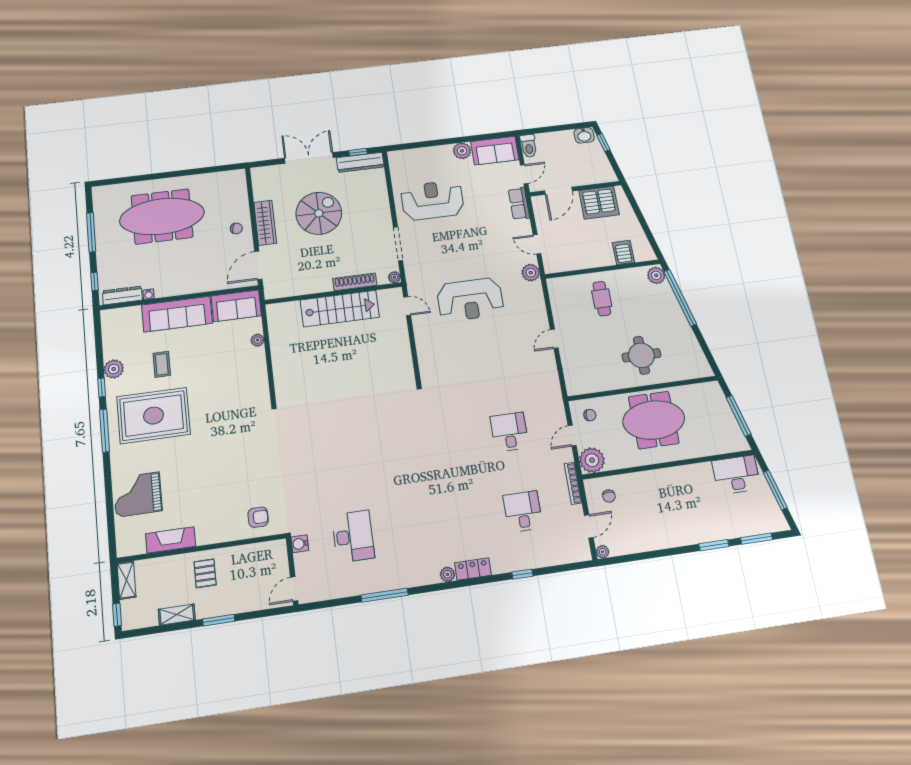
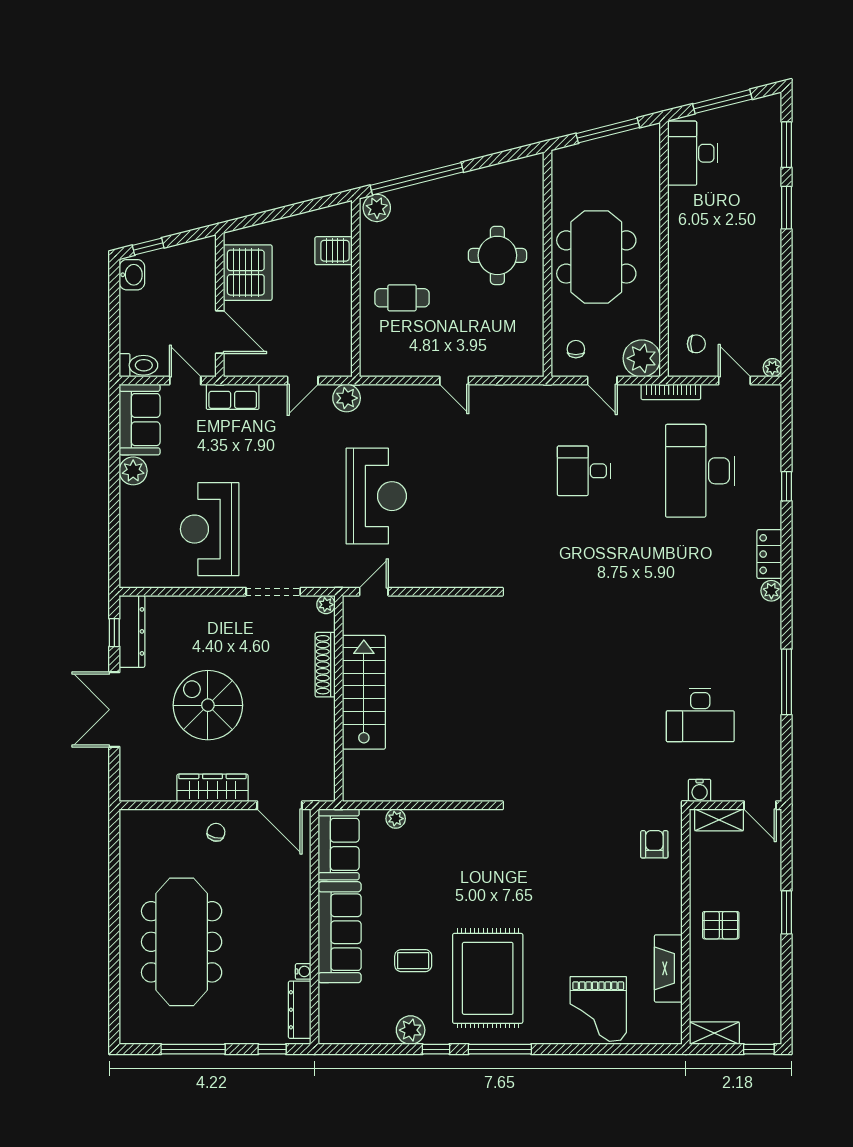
desk: (523, 511) -> (700, 471), width x1.87, depth x1.30
desk: (353, 536) -> (700, 715), turned 180
shelving: (177, 615) -> (719, 820), moved, turned 90

